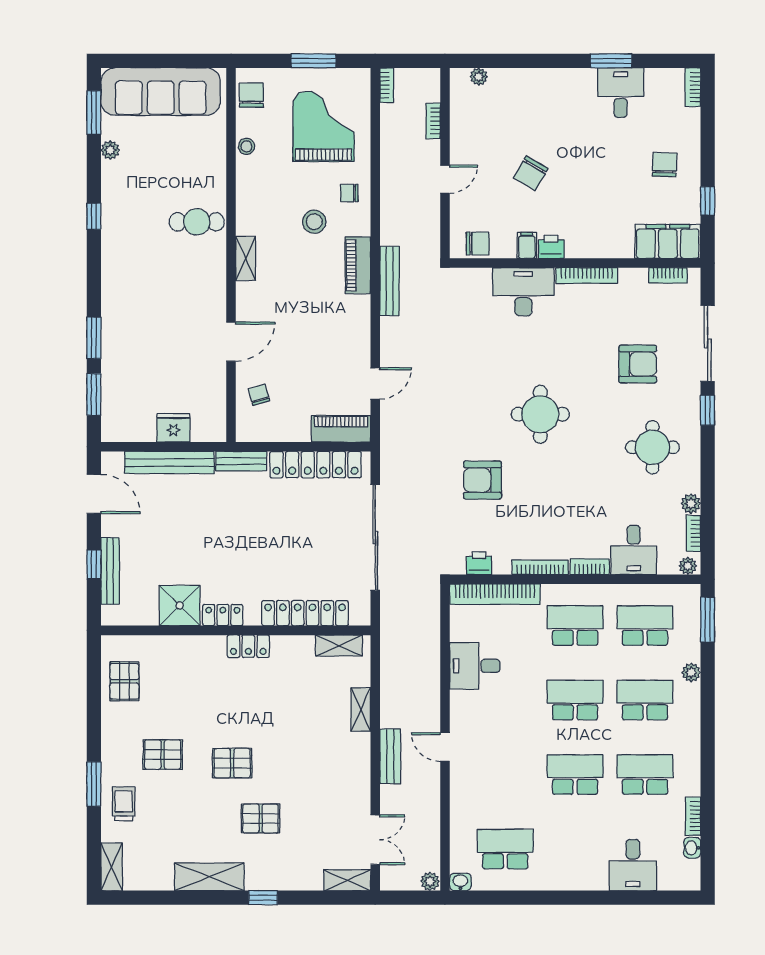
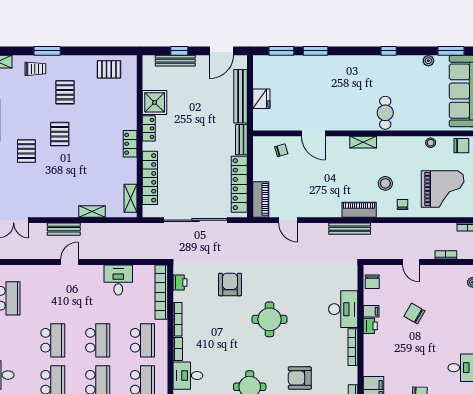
armchair: (638, 364) -> (300, 378), turned 90

